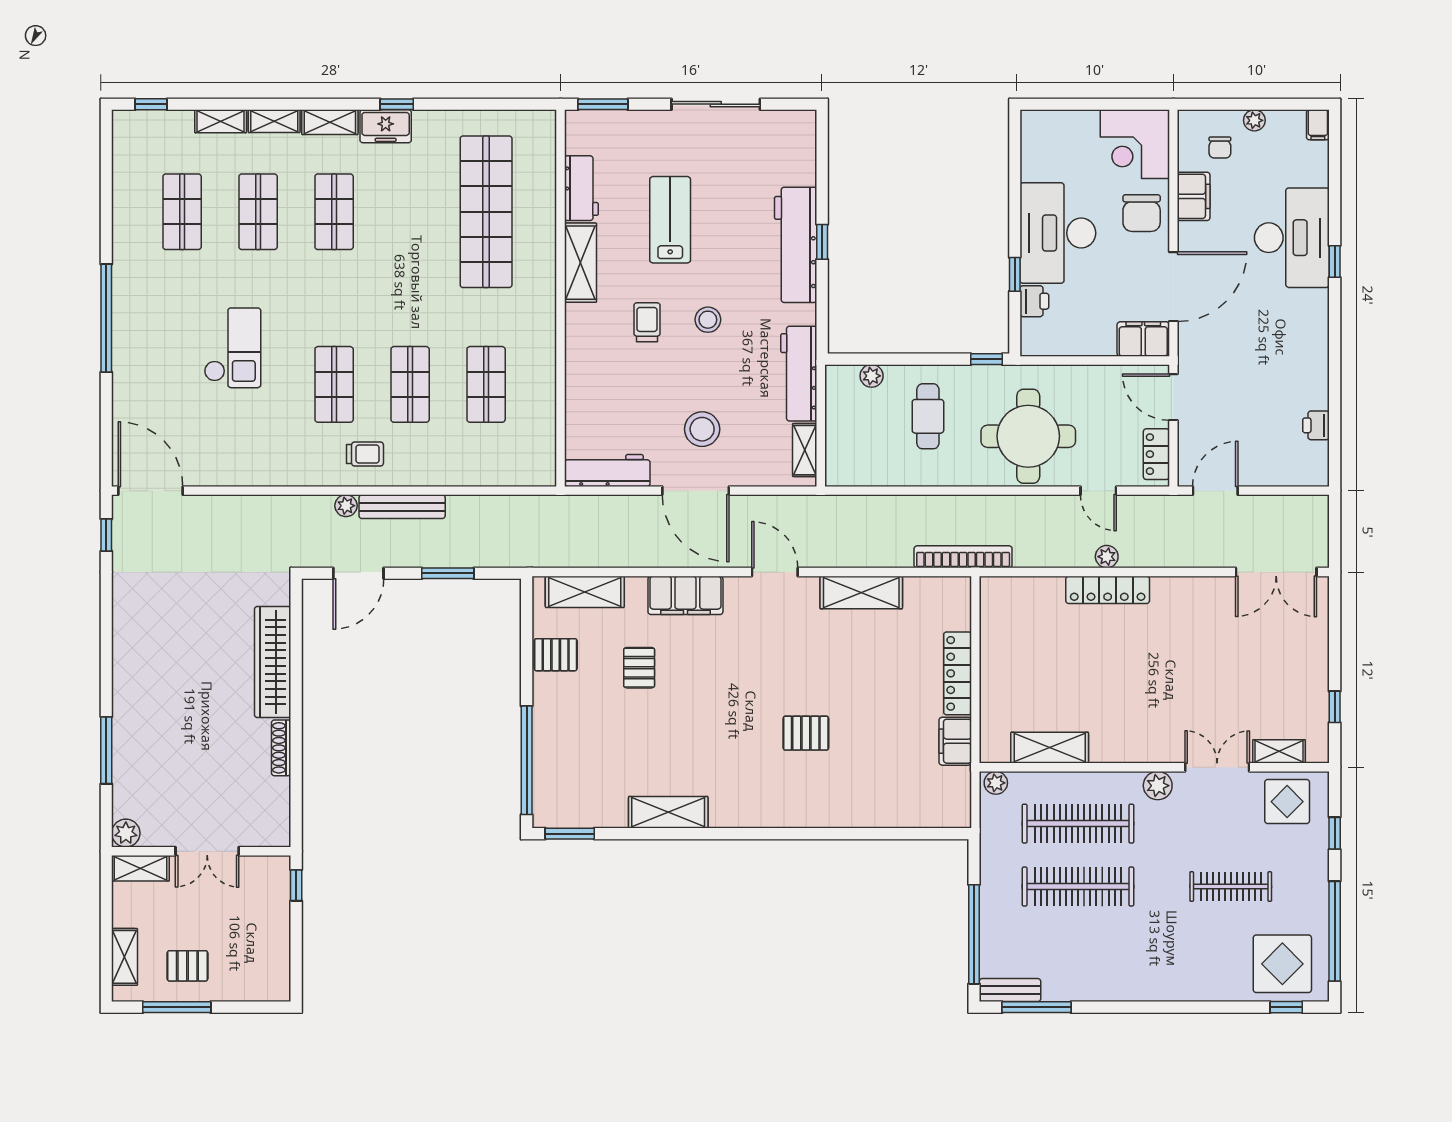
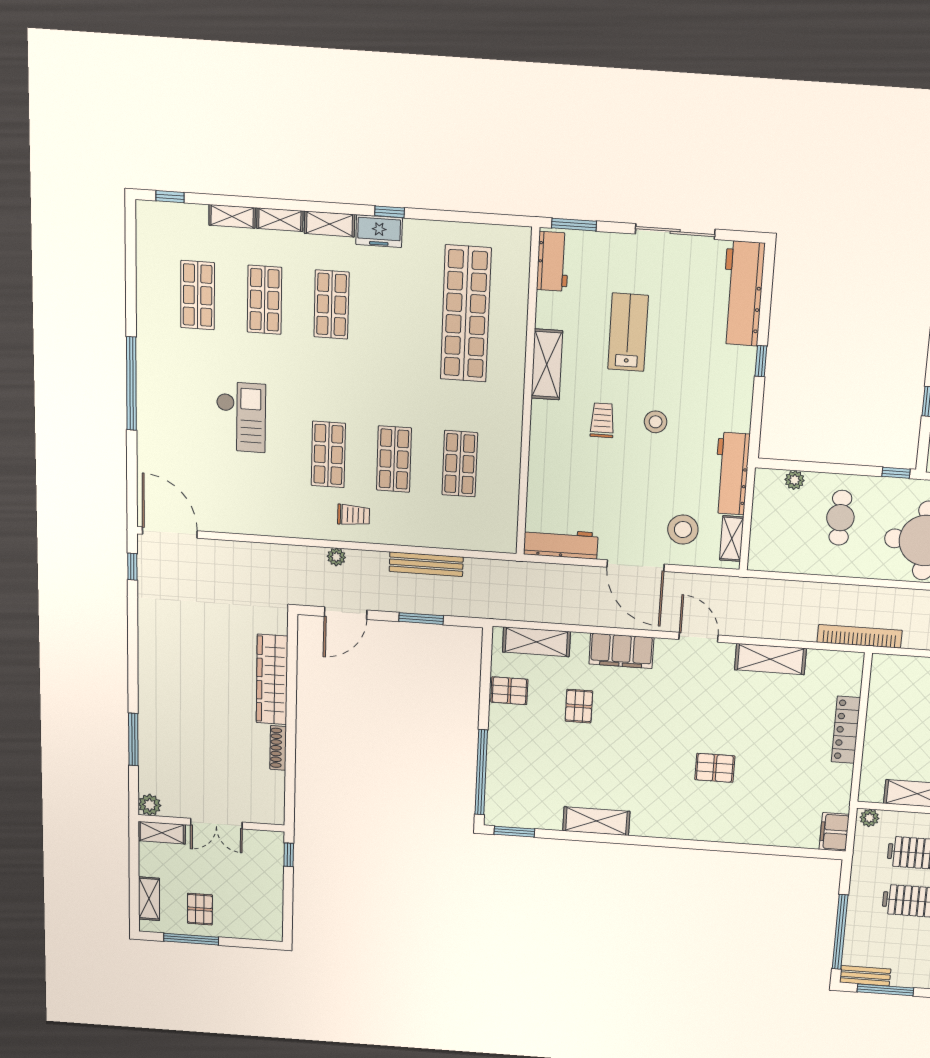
workbench: (581, 188) -> (553, 261), moved
workbench: (796, 245) -> (743, 293), moved
stool: (702, 429) -> (683, 530), moved
bench: (402, 507) -> (426, 564), moved
filing cabinet: (955, 741) -> (834, 832), moved
pallet: (187, 966) -> (200, 909), turned 90

